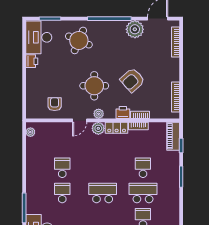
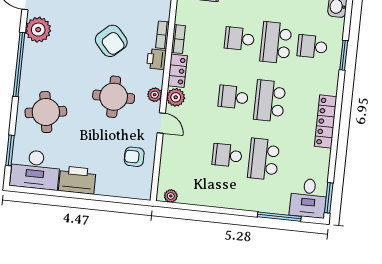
round table: (79, 40) -> (46, 112), turned -32
printer: (32, 61) -> (77, 180), width x1.87, depth x1.48
school desk: (103, 168) -> (233, 97), added
school desk: (62, 193) -> (264, 159), width x1.85

